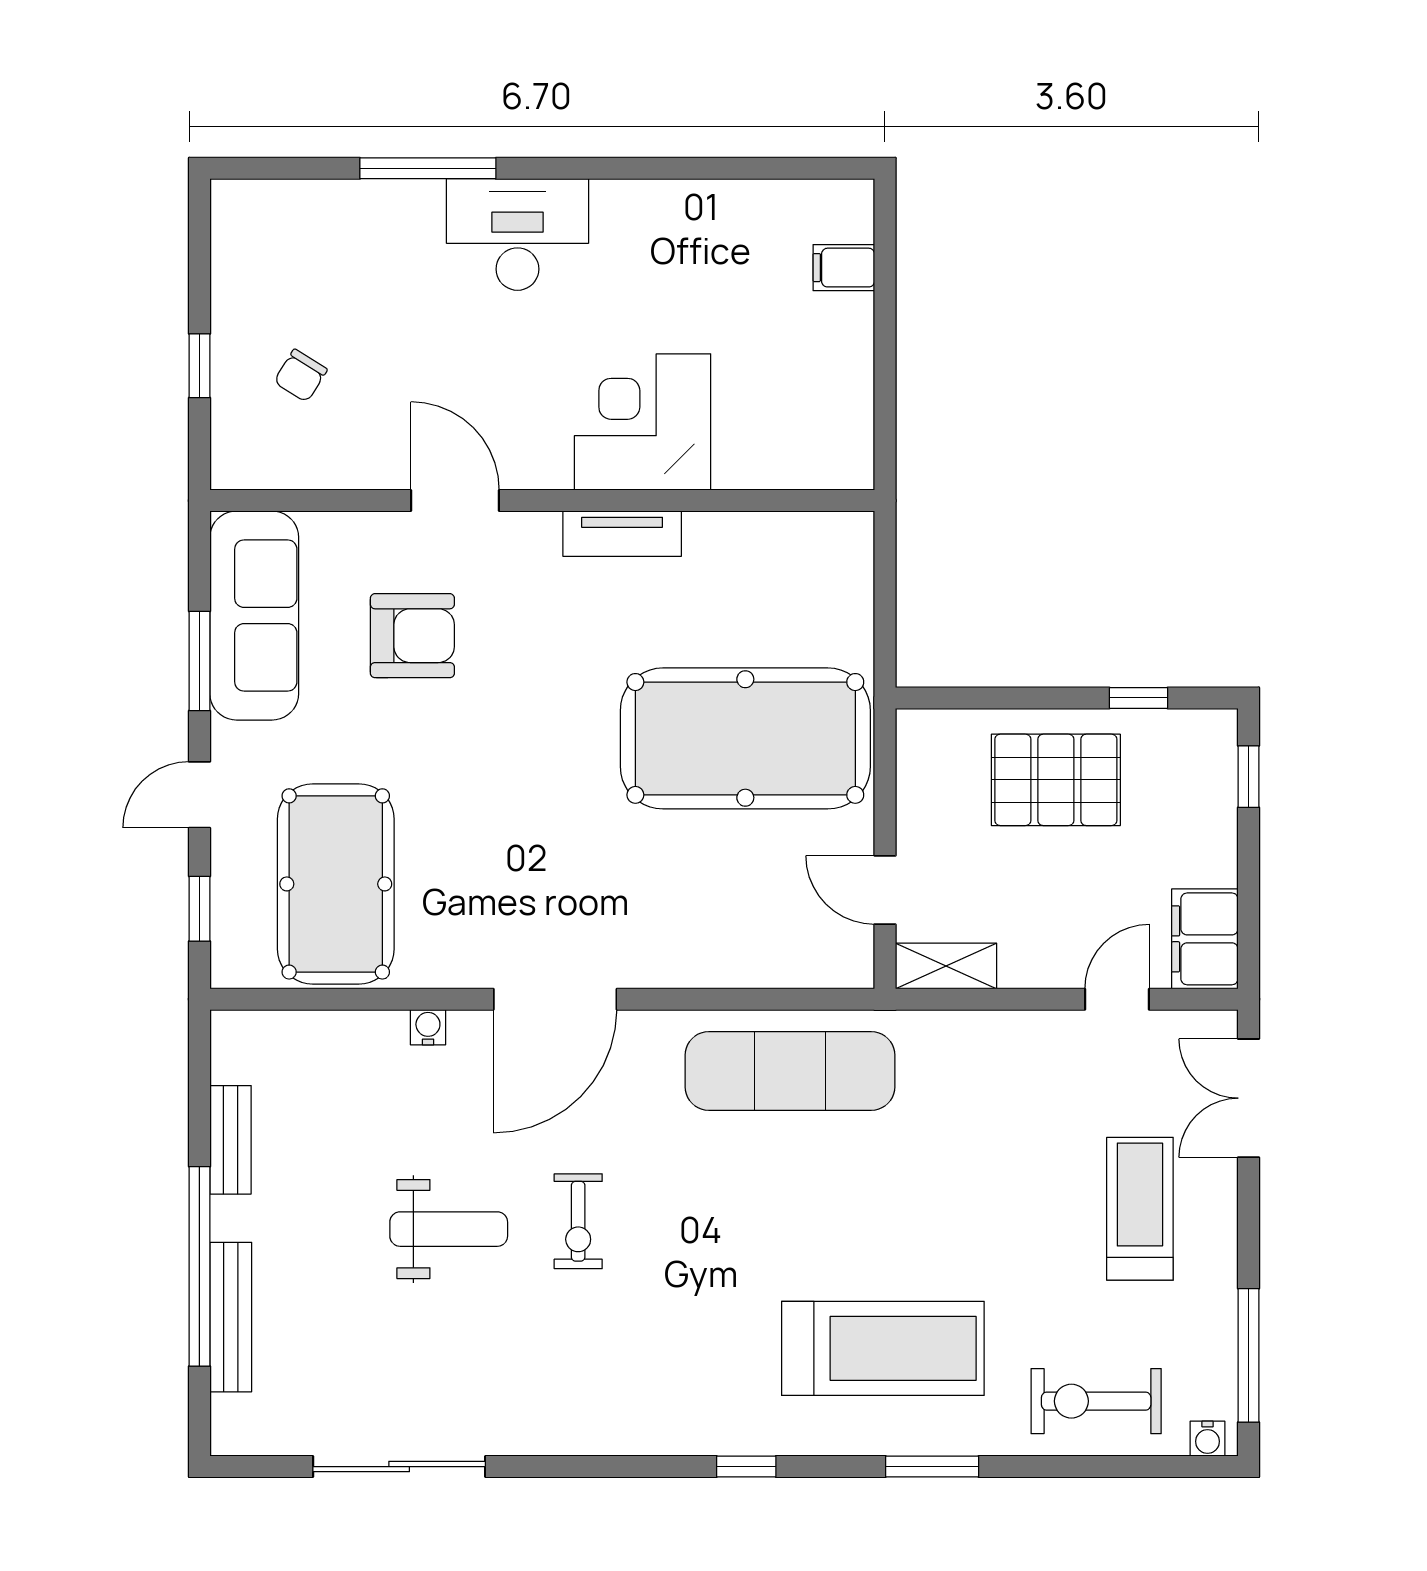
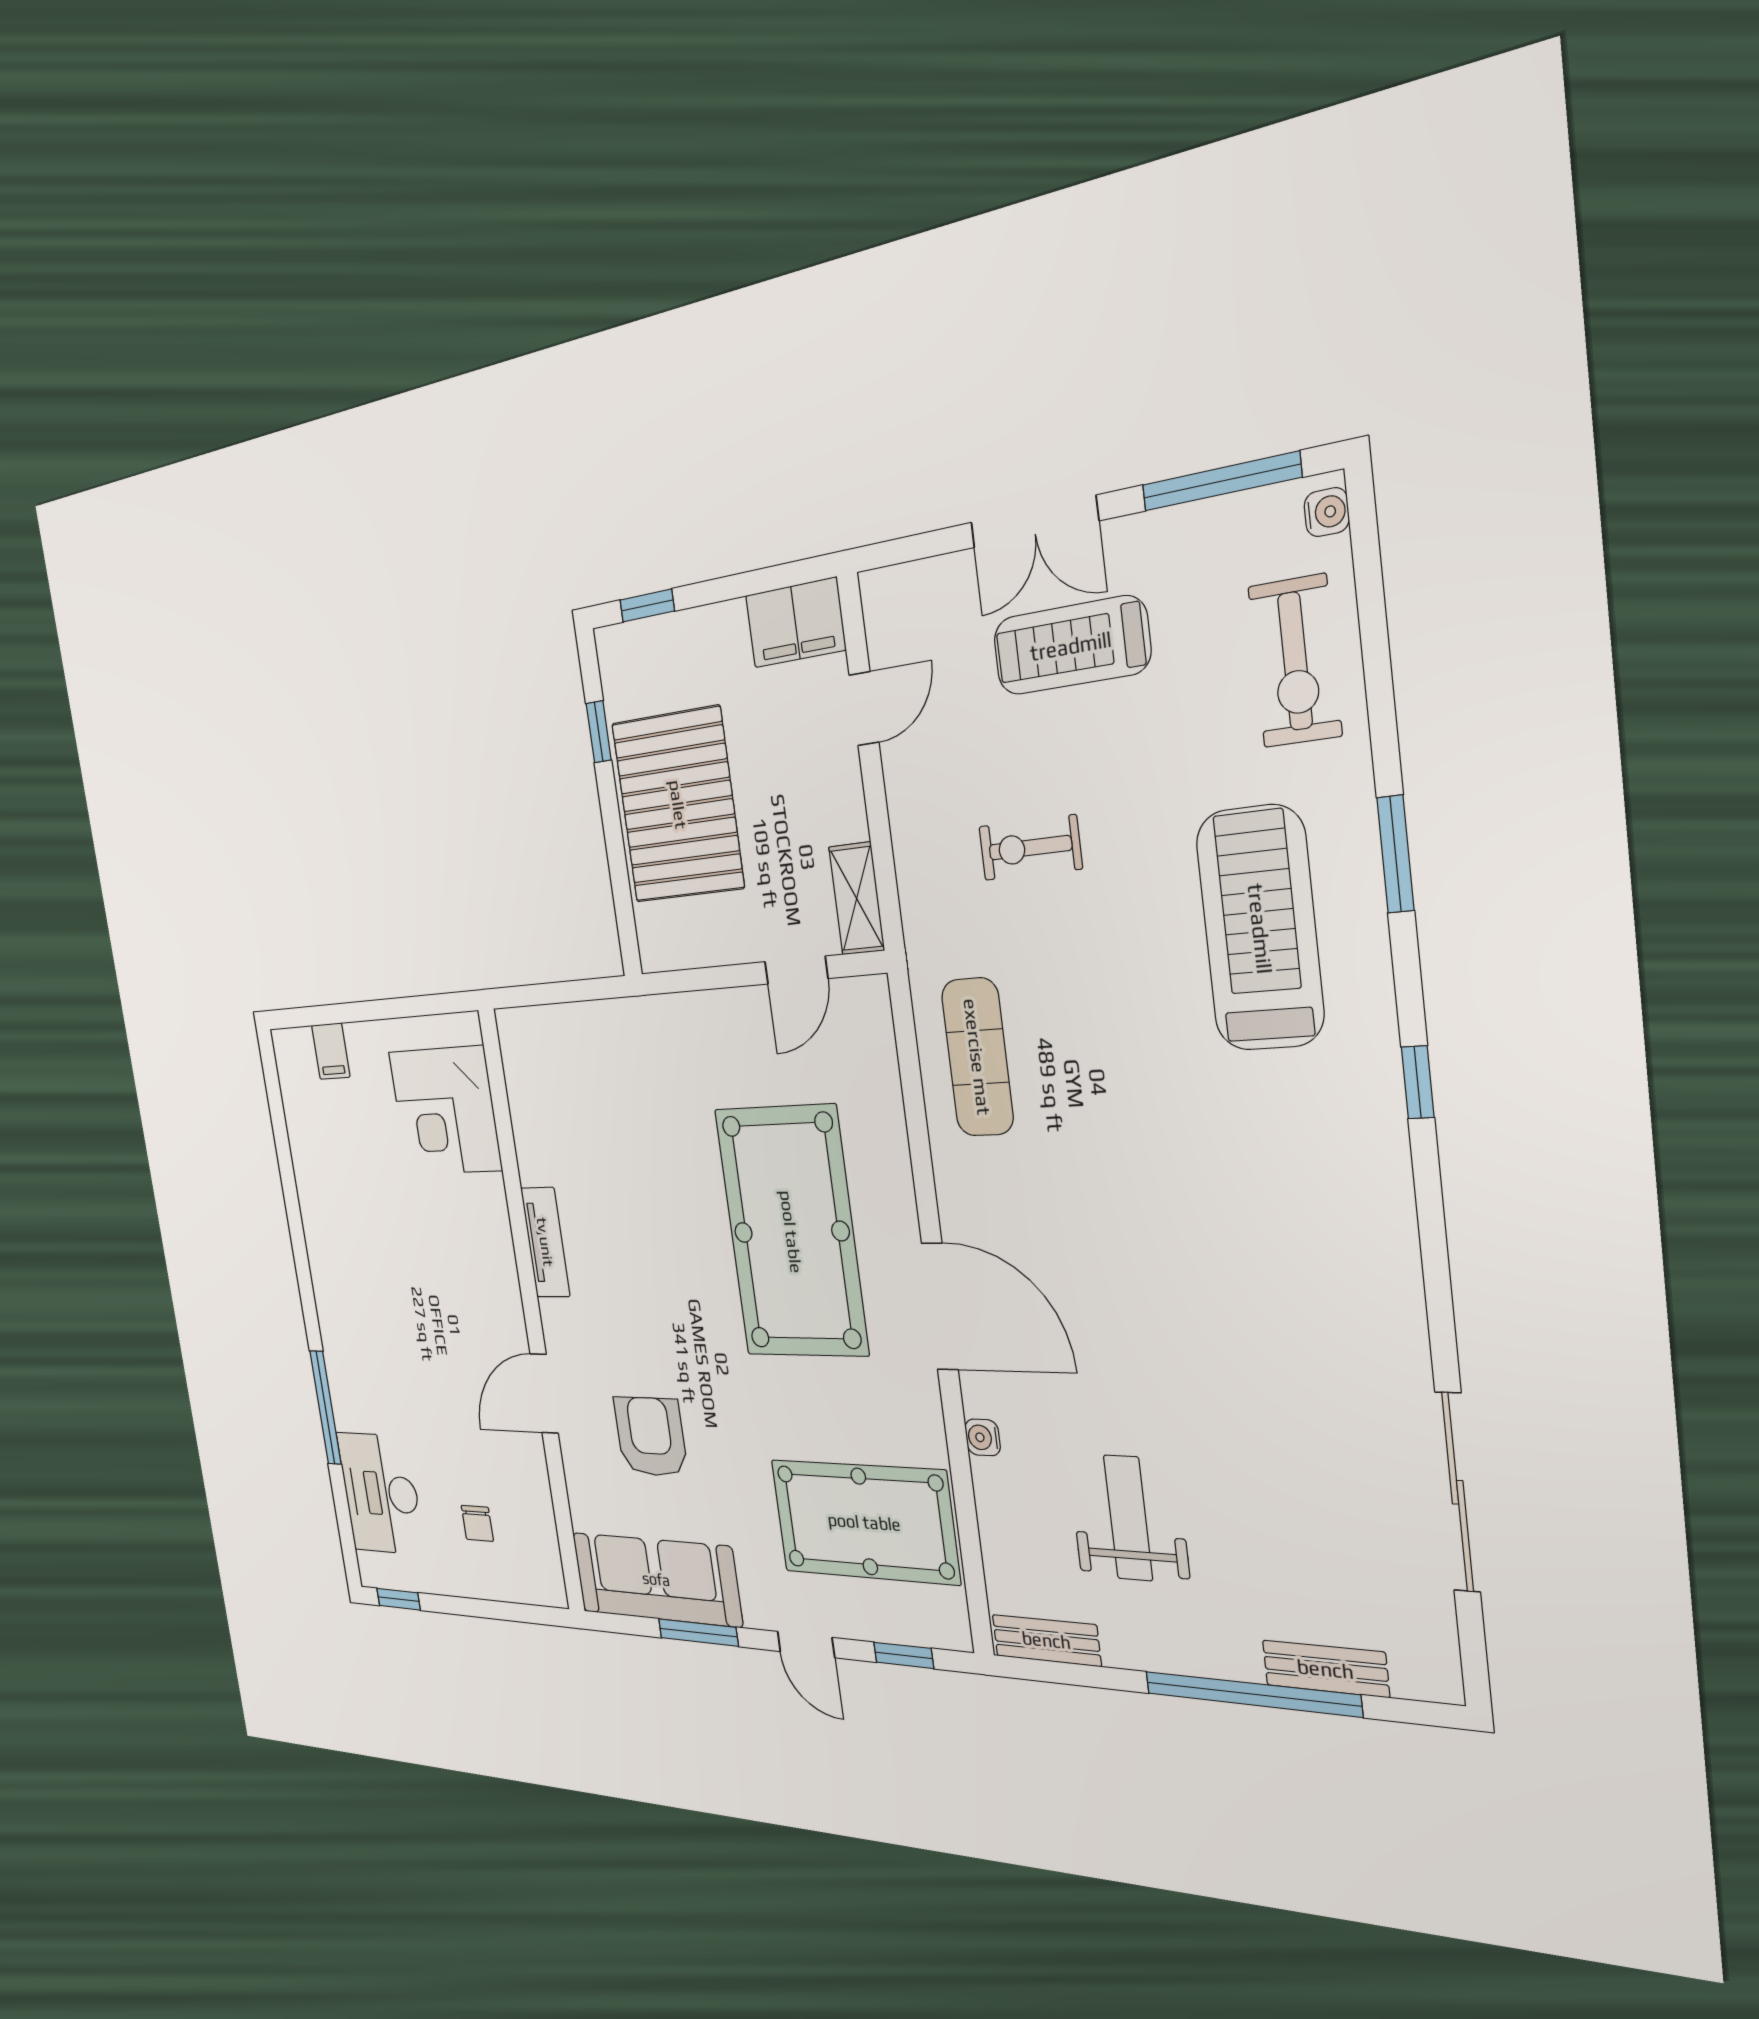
desk: (517, 234) -> (381, 1493), moved
window: (199, 366) -> (399, 1599), moved
chair: (301, 376) -> (477, 1523), turned 58
corner desk: (643, 422) -> (445, 1111), moved
pool table: (745, 738) -> (791, 1232), moved
pallet: (1056, 780) -> (678, 805), width x1.37, depth x1.41
door: (1117, 999) -> (864, 709), swing flipped
exercise mat: (790, 1071) -> (977, 1057), width x0.73, depth x0.69
double door: (1248, 1098) -> (1034, 522), moved
bench: (231, 1140) -> (1046, 1640), moved
exercise bike: (578, 1221) -> (1030, 848), moved, turned 180
weight bench: (449, 1229) -> (1128, 1518), moved
bench: (231, 1317) -> (1325, 1669), width x0.73

